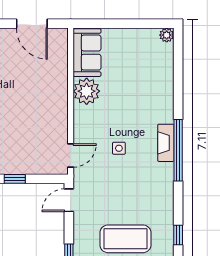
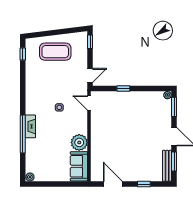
fireplace: (166, 143) -> (30, 126), moved
window: (178, 150) -> (23, 134), moved
door: (71, 155) -> (89, 103), hinge flipped

